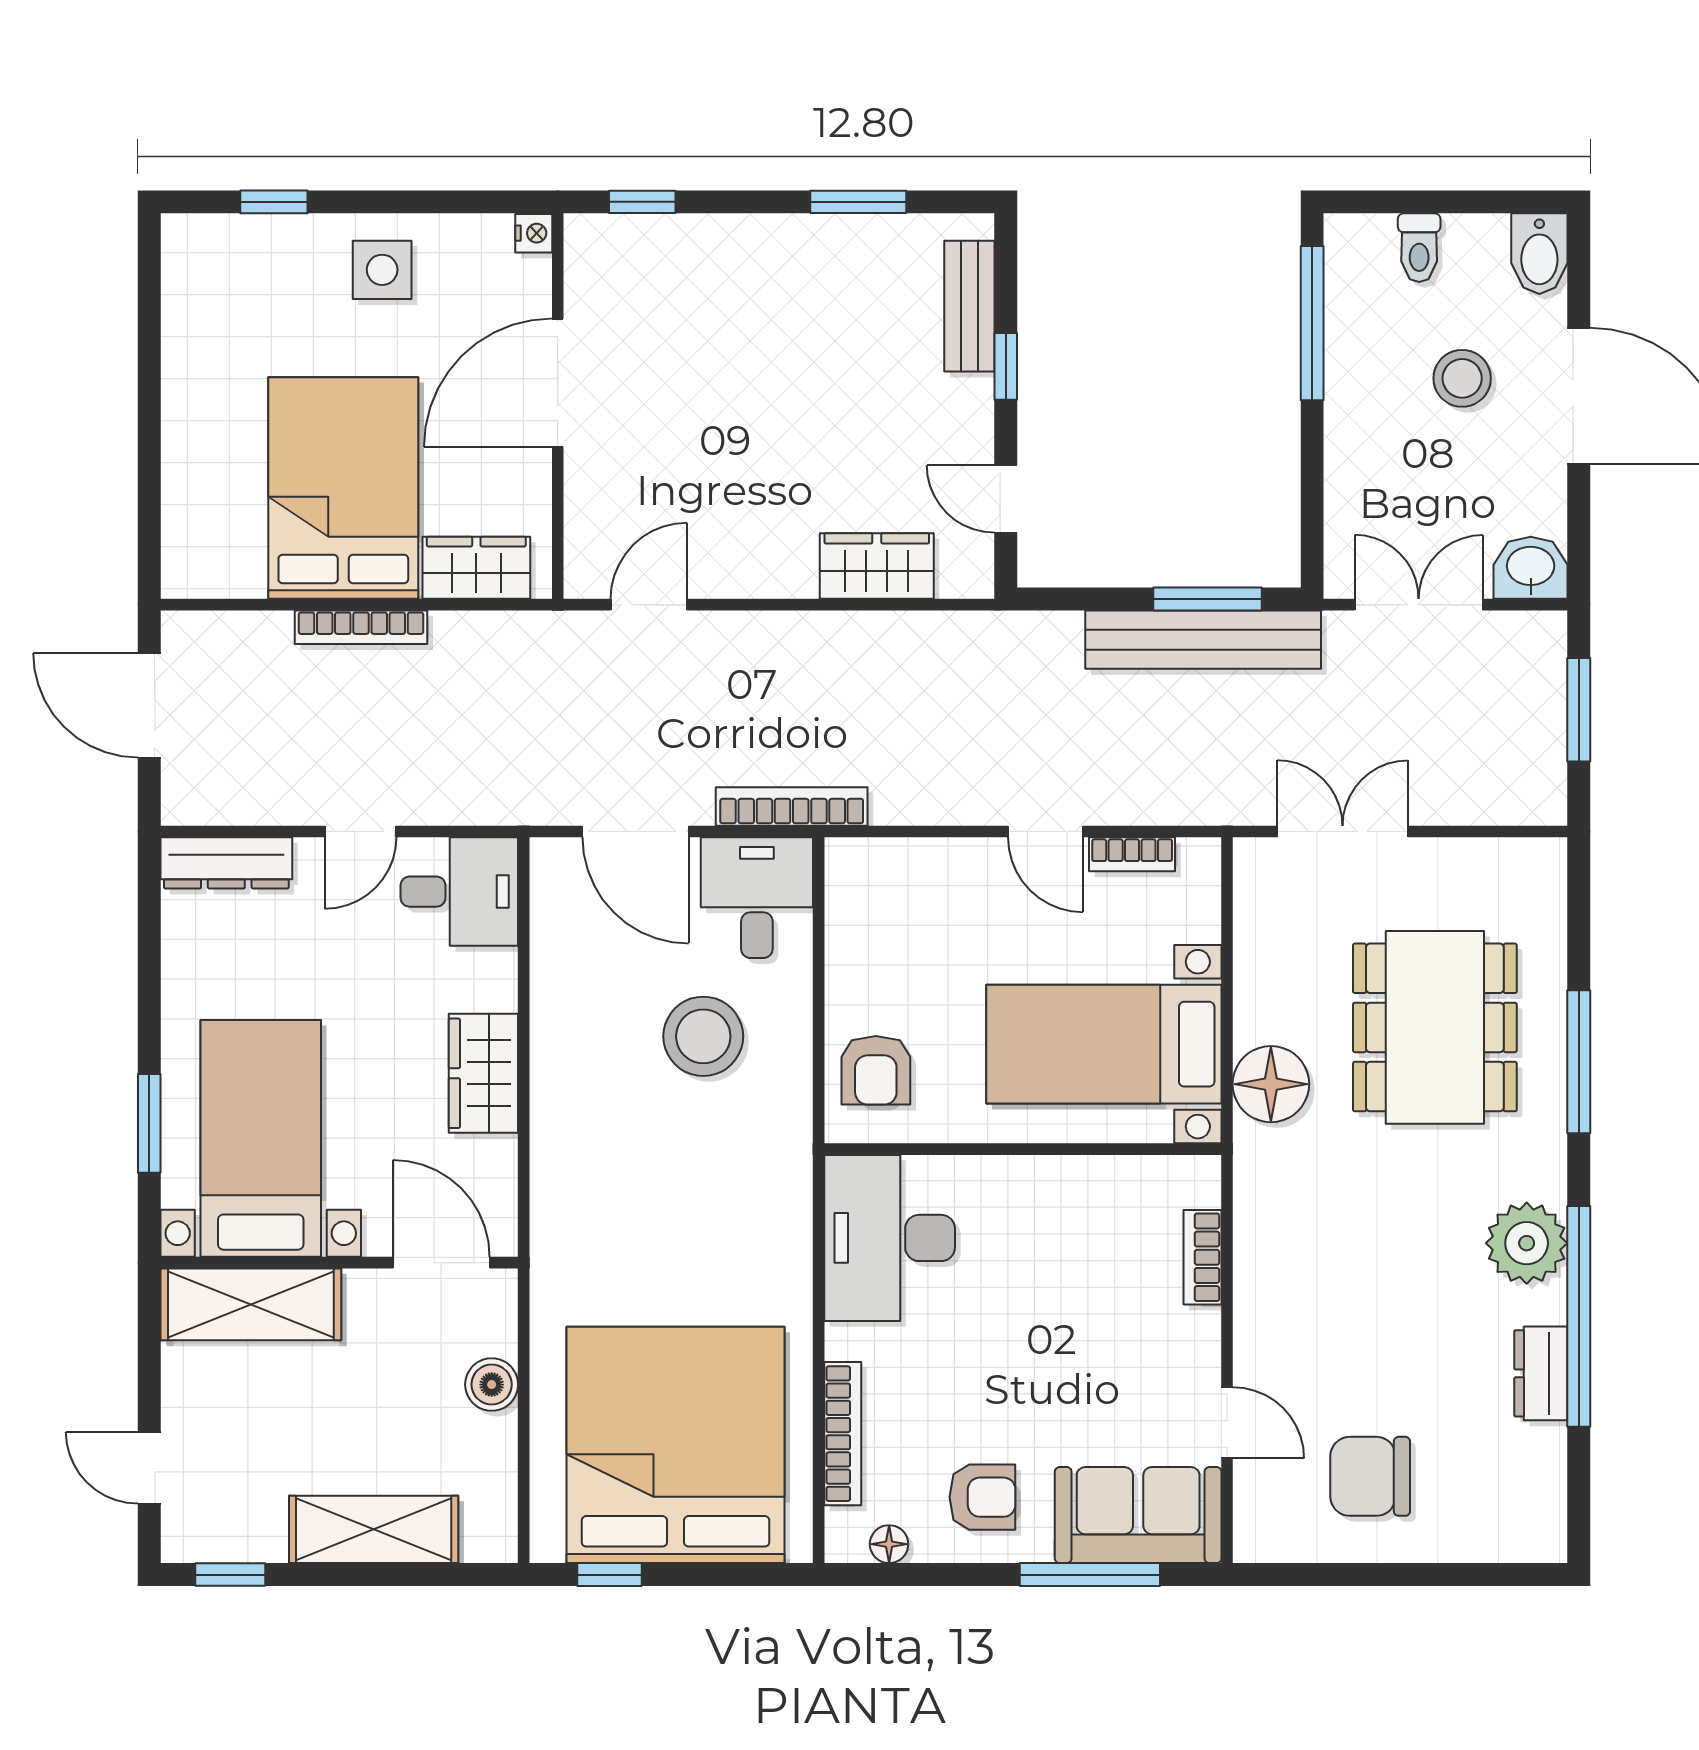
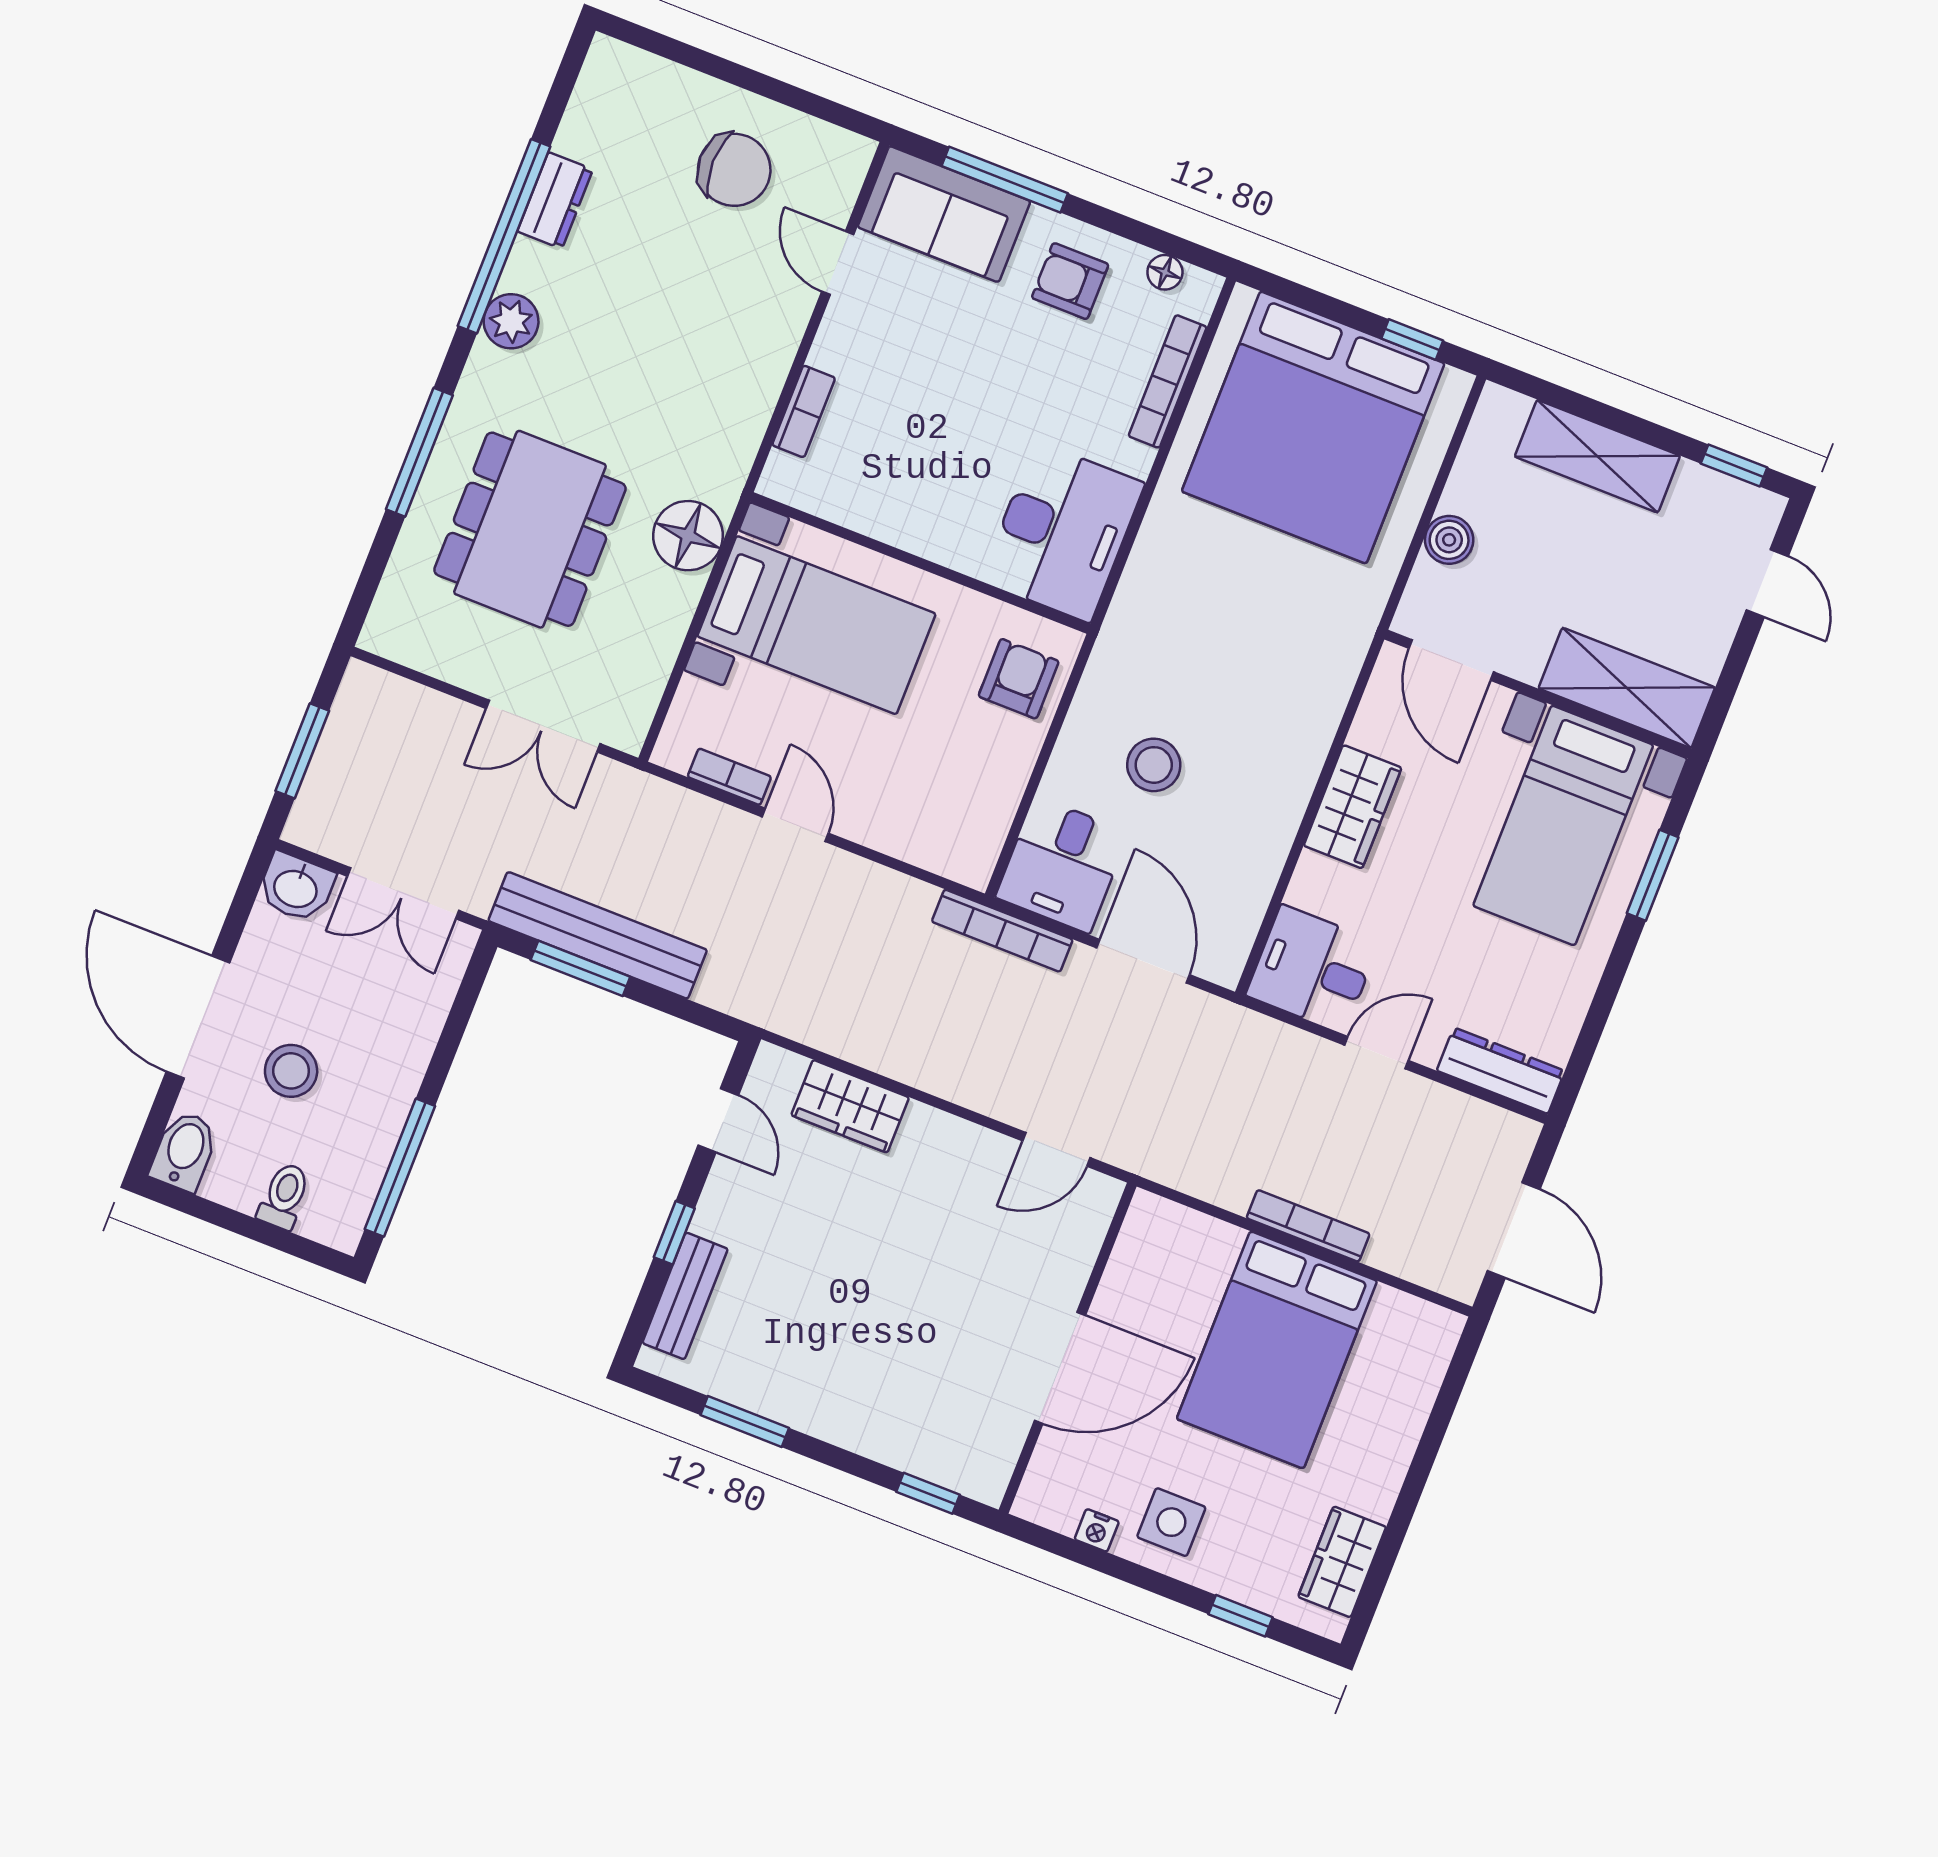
nightstand: (534, 233) -> (1097, 1530), moved, turned -90
wardrobe: (476, 568) -> (1342, 1562), moved, turned 90
stool: (703, 1036) -> (1154, 765), width x0.73, depth x0.73
plant: (1527, 1243) -> (511, 321), width x0.73, depth x0.73

